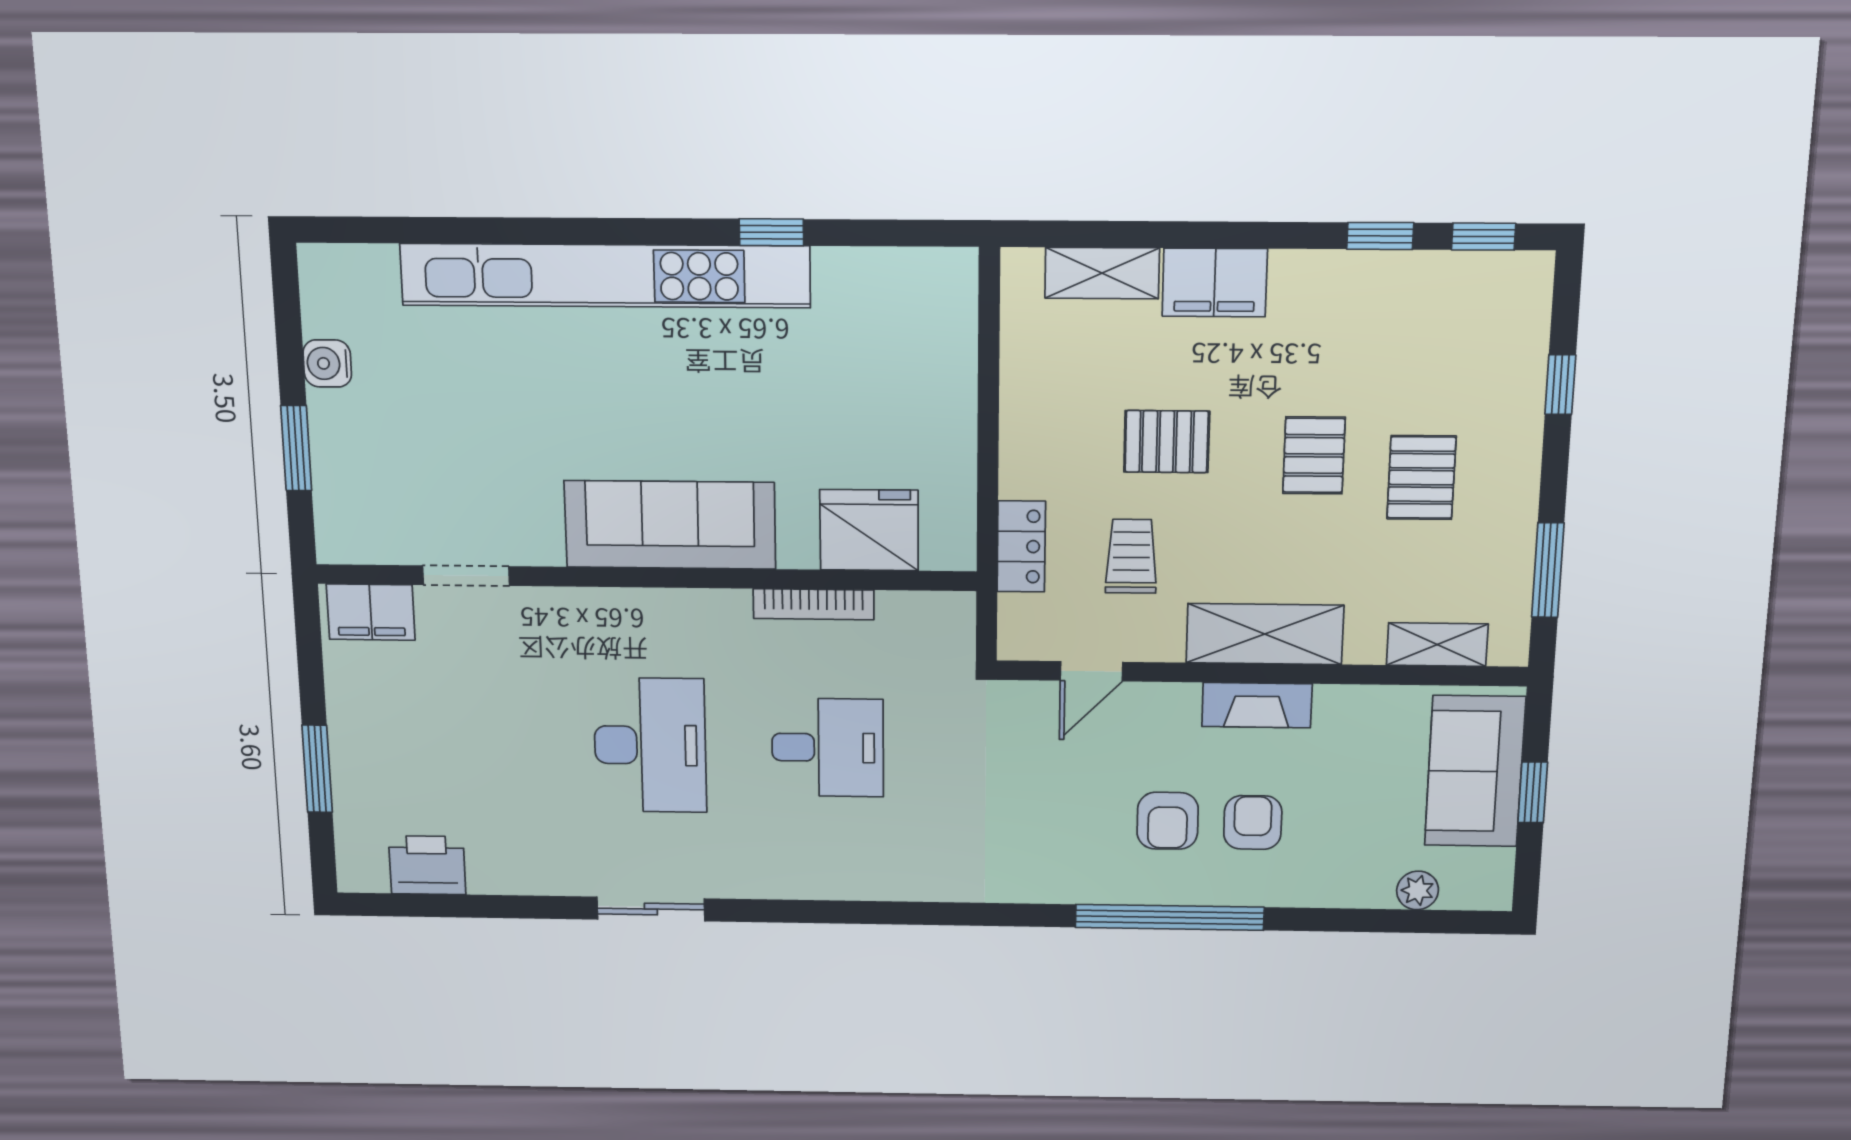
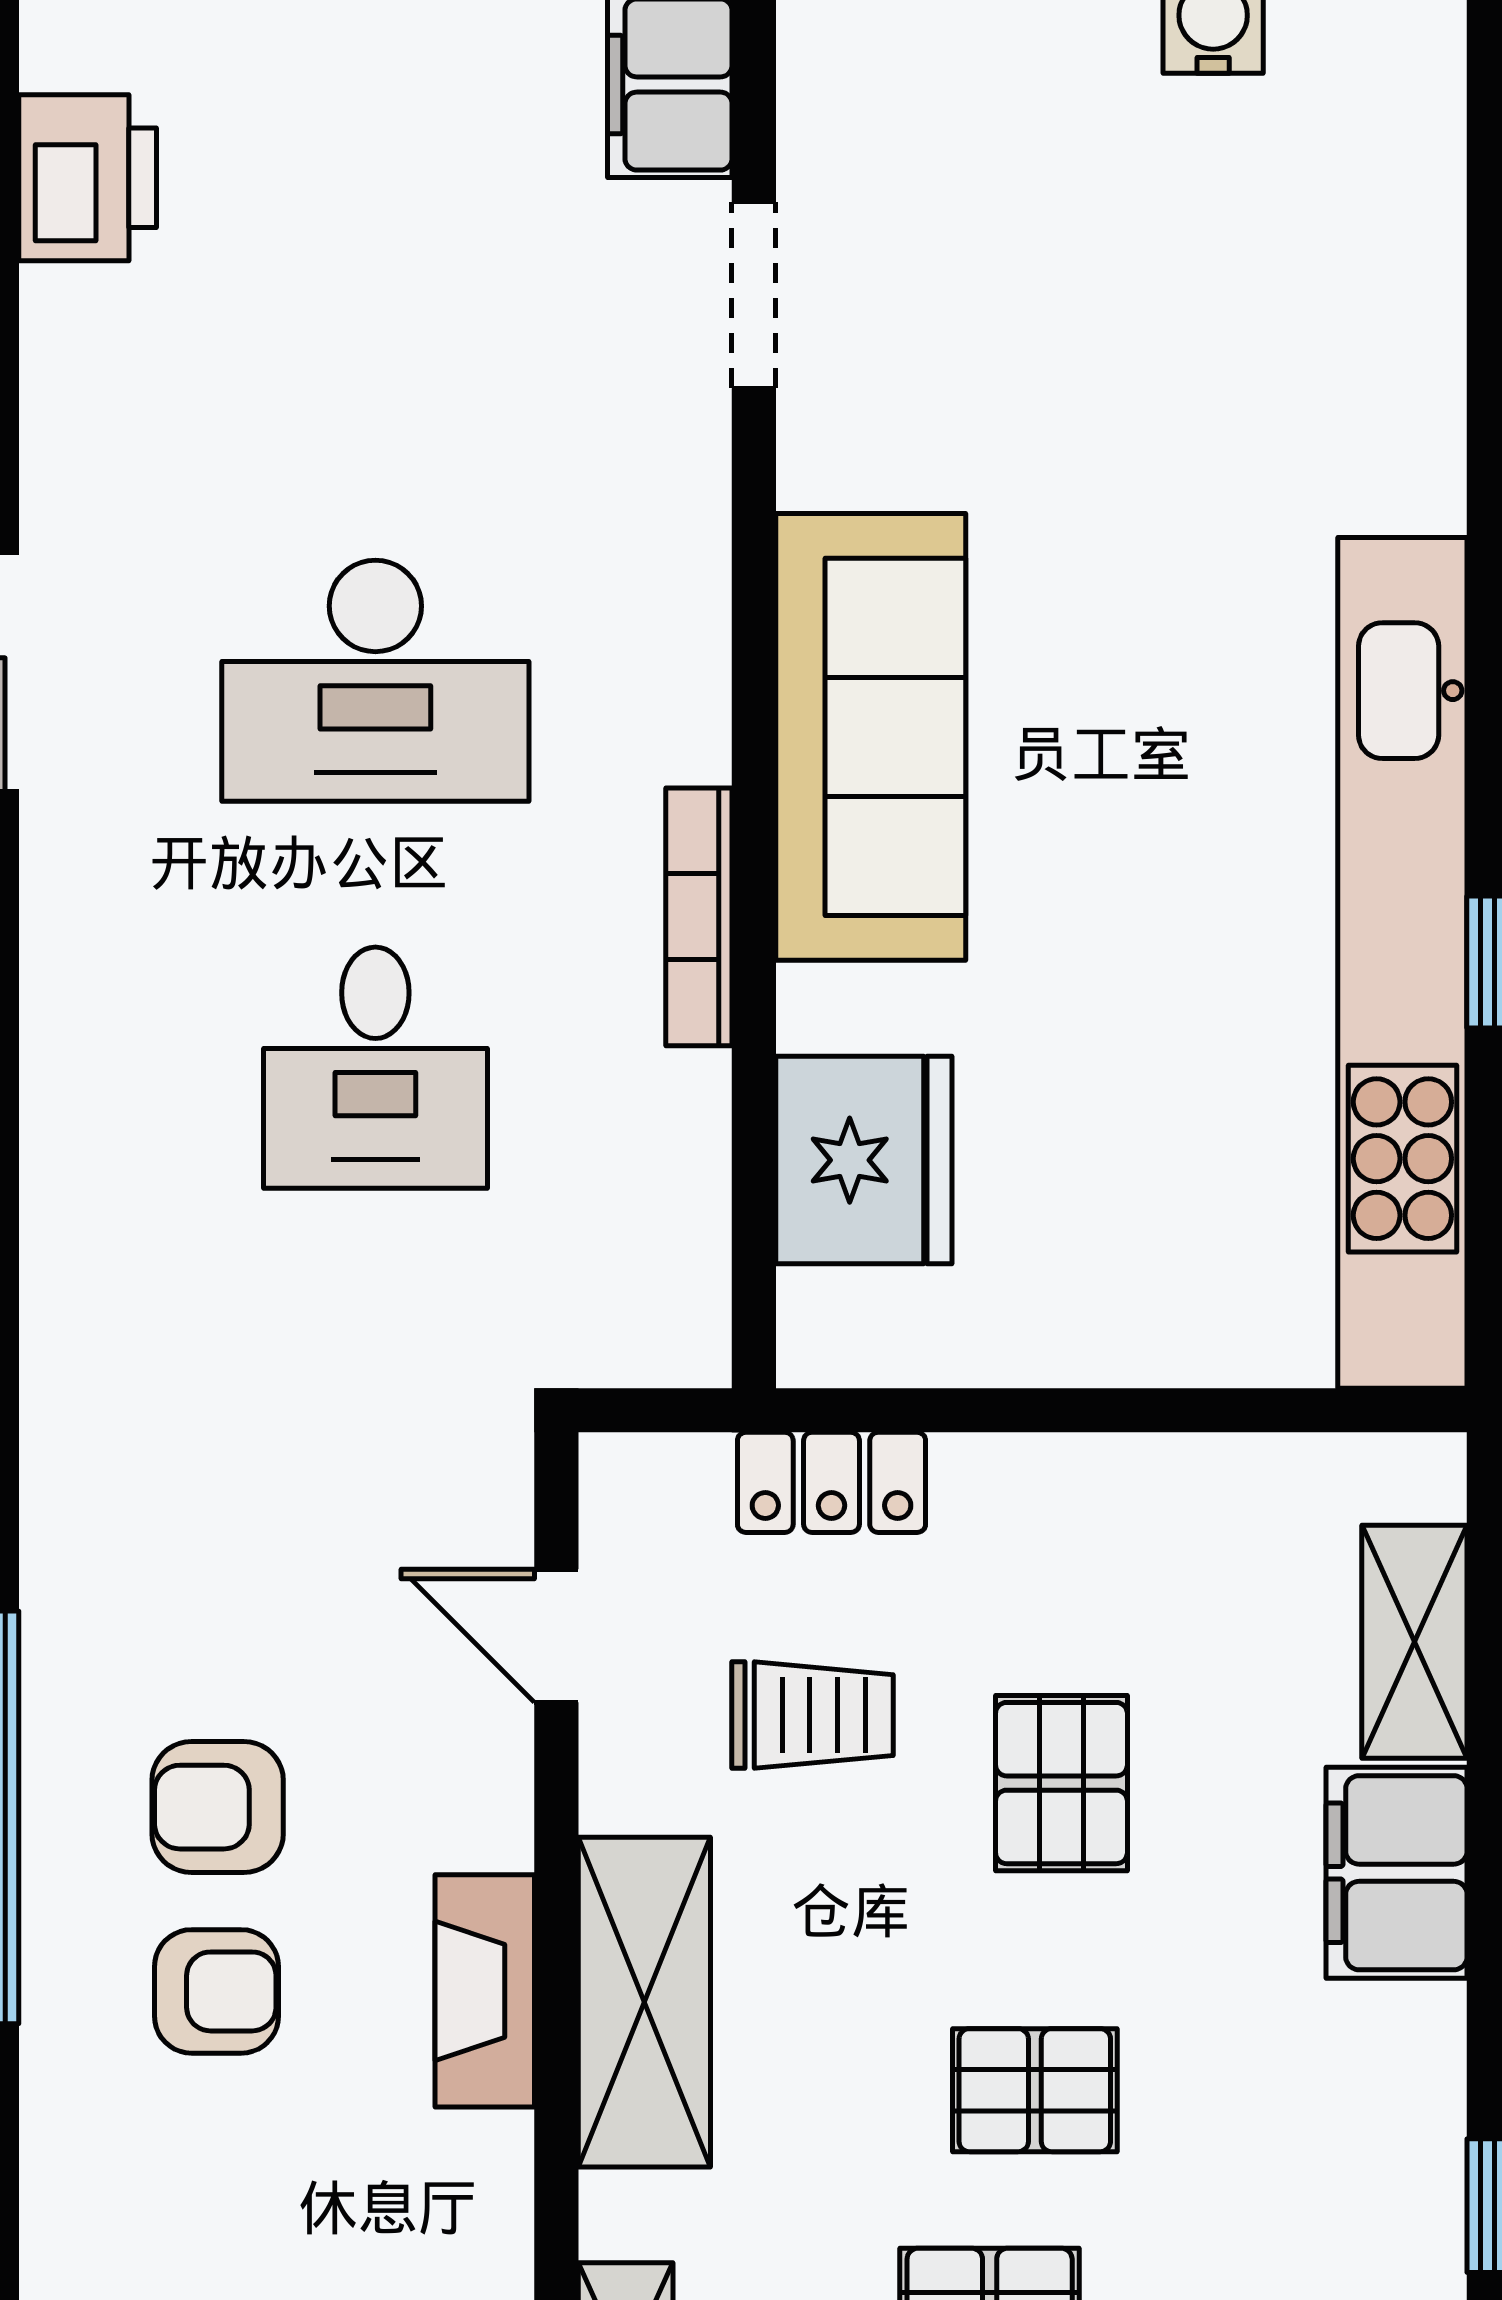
kitchen unit: (605, 276) -> (1402, 963), moved
bookcase: (814, 604) -> (699, 917), moved

